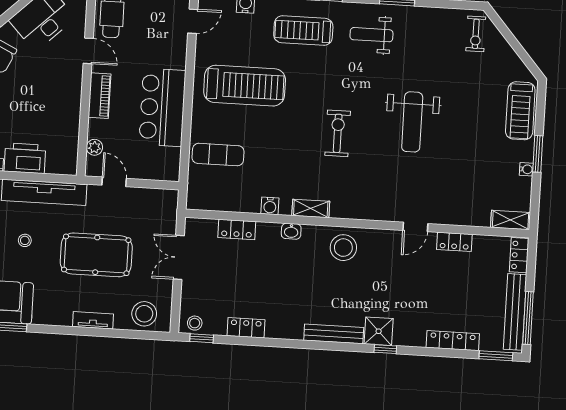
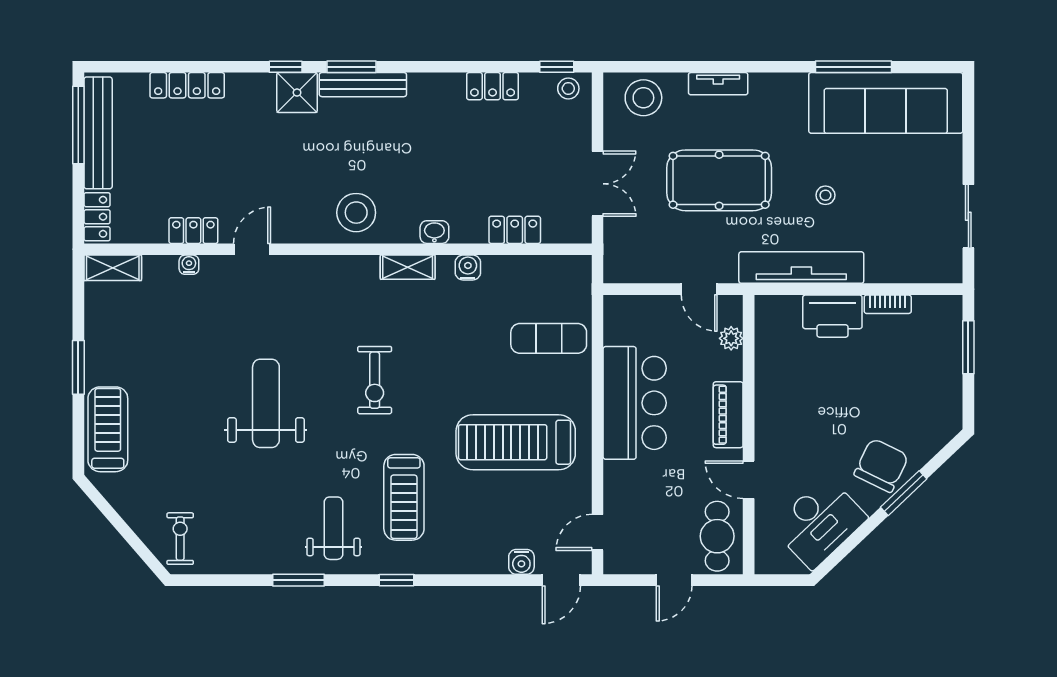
treadmill: (303, 31) -> (404, 497), moved, turned 90
weight bench: (371, 35) -> (333, 528), turned -90
water cooler: (526, 169) -> (189, 265), moved, turned 90
window: (496, 356) -> (352, 67), moved

